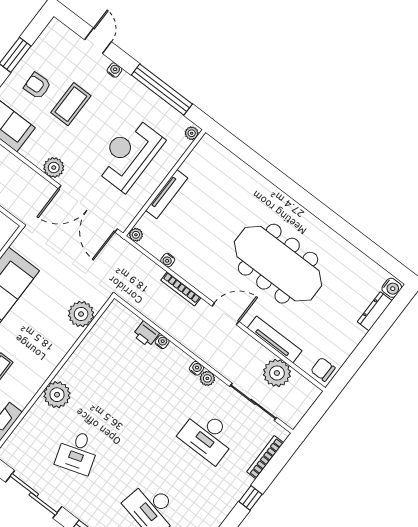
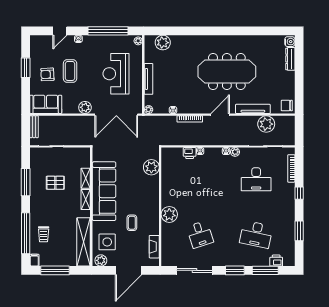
door: (98, 41) -> (60, 31), swing flipped
plant: (222, 160) -> (163, 43), added

